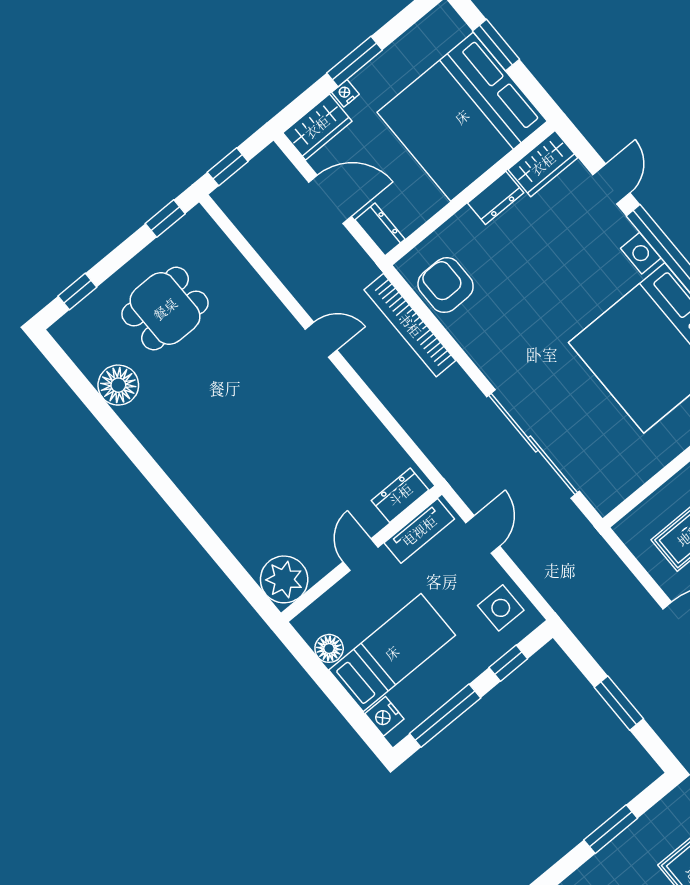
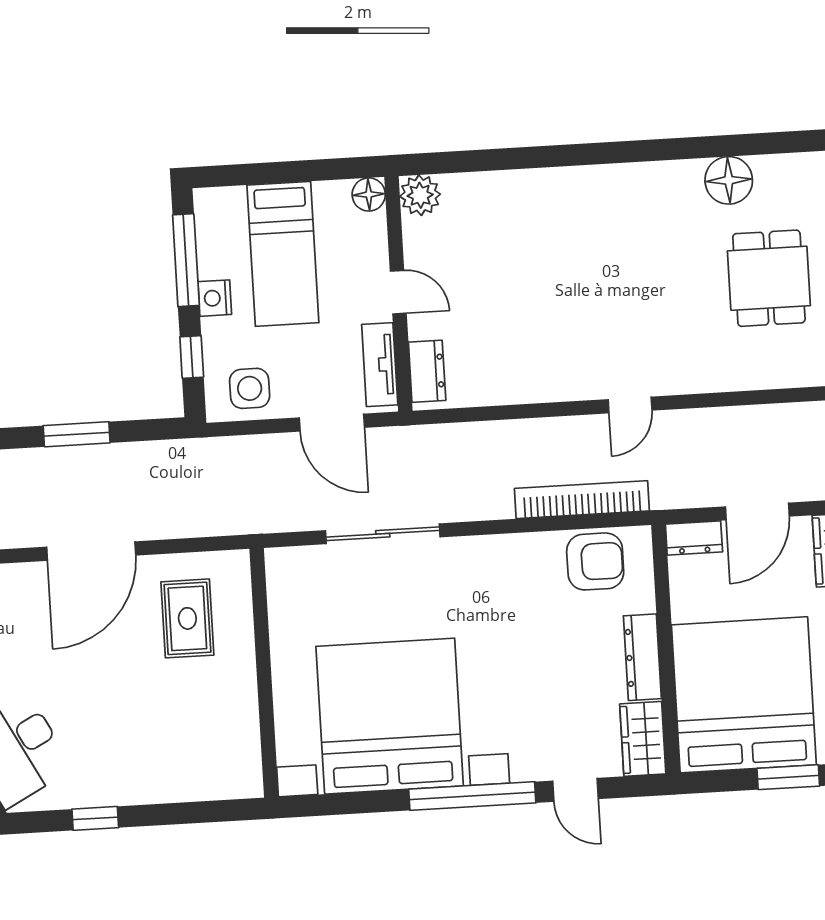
dresser: (496, 198) -> (642, 657), width x1.44
sliding door: (533, 444) -> (383, 534), width x0.73
door: (483, 535) -> (332, 423), width x1.38
plant: (284, 579) -> (420, 195), width x0.73, depth x0.73
floor lamp: (329, 648) -> (369, 194), moved
nightstand: (385, 716) -> (215, 298), moved, turned -90

